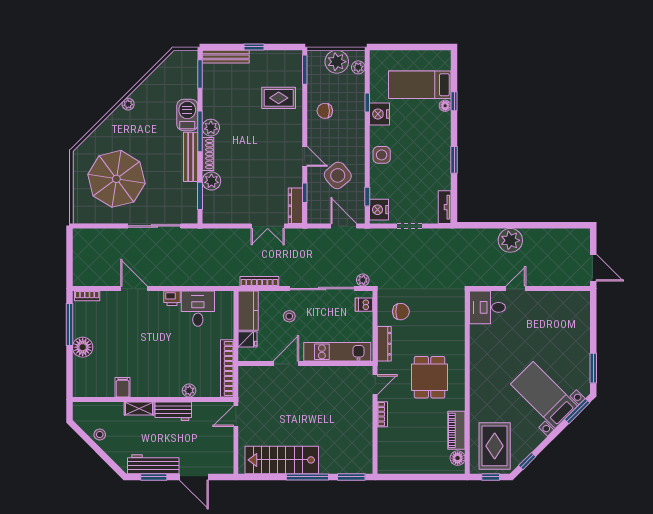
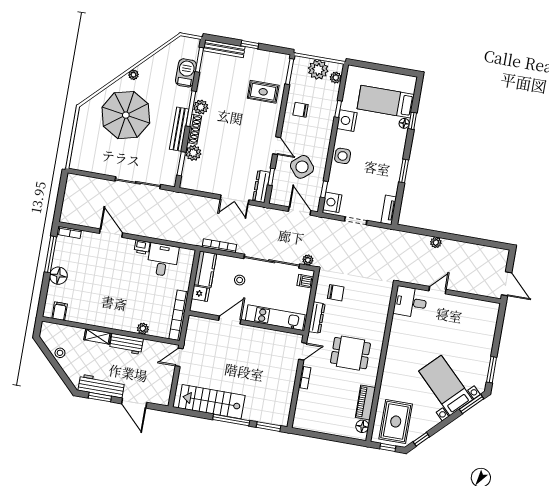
barbecue: (187, 115) -> (186, 73), moved
parasol: (116, 179) -> (126, 115), moved
plant: (510, 240) -> (436, 242), width x0.53, depth x0.53
dining table: (430, 377) -> (350, 353), turned 90
filing cabinet: (123, 387) -> (60, 311), moved

